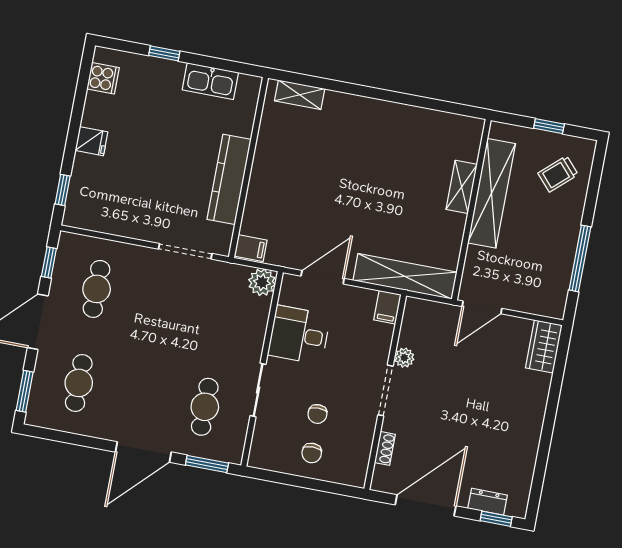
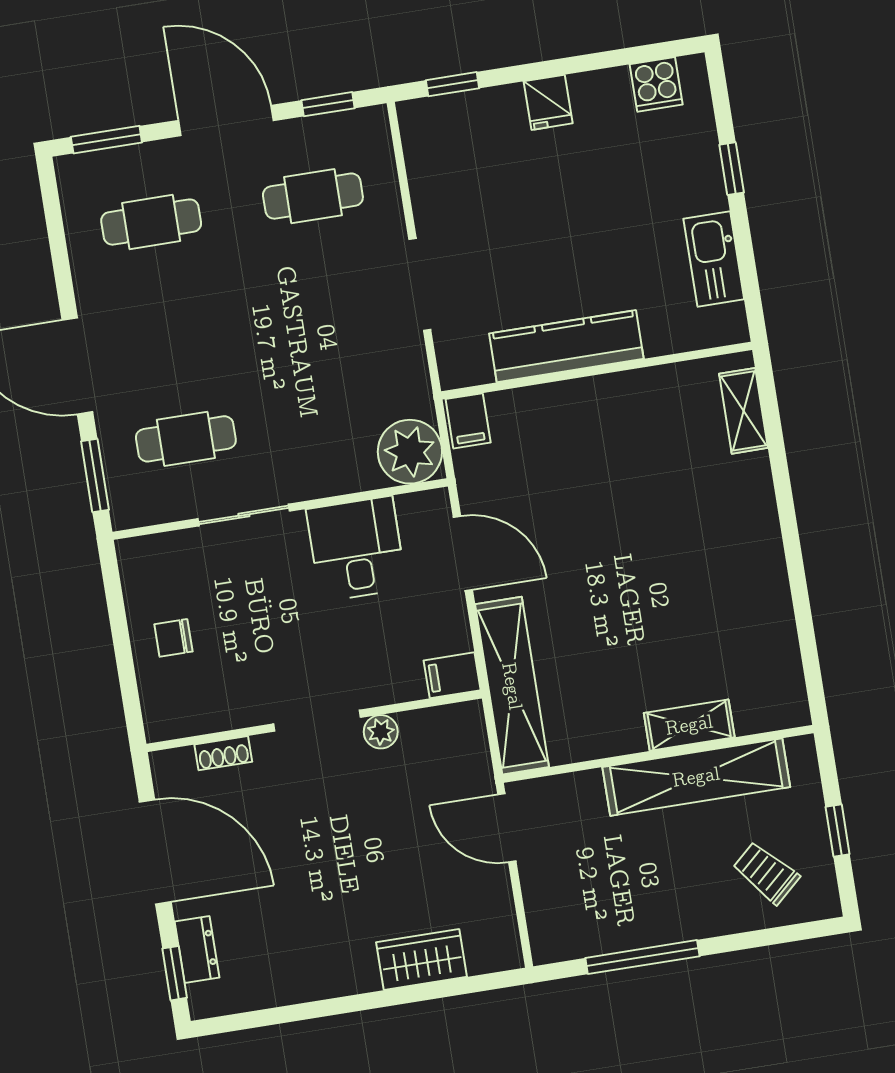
doorway: (185, 251) -> (420, 285), moved
plant: (262, 282) -> (410, 452), width x1.36, depth x1.36
wardrobe: (544, 346) -> (421, 959), moved
chair: (317, 414) -> (240, 625), removed

